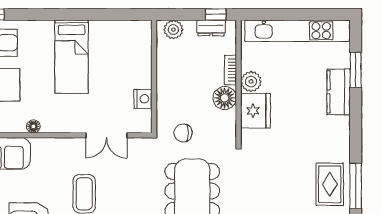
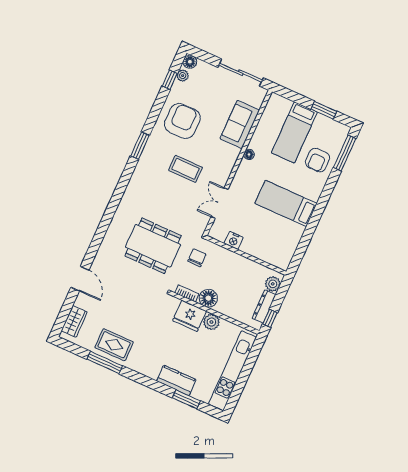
dresser: (211, 28) -> (264, 307), width x1.44
bookcase: (230, 70) -> (187, 293), moved

